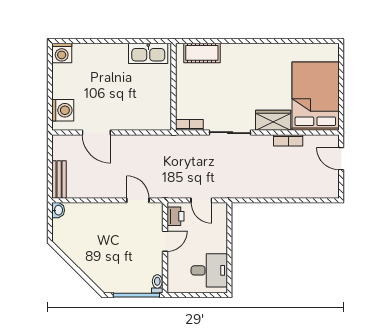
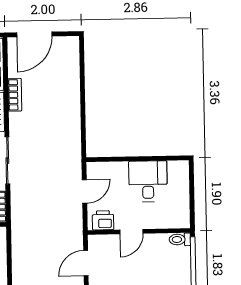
door: (341, 159) -> (34, 34), width x1.38
door: (165, 241) -> (131, 232), swing flipped
desk: (209, 270) -> (148, 181), moved

